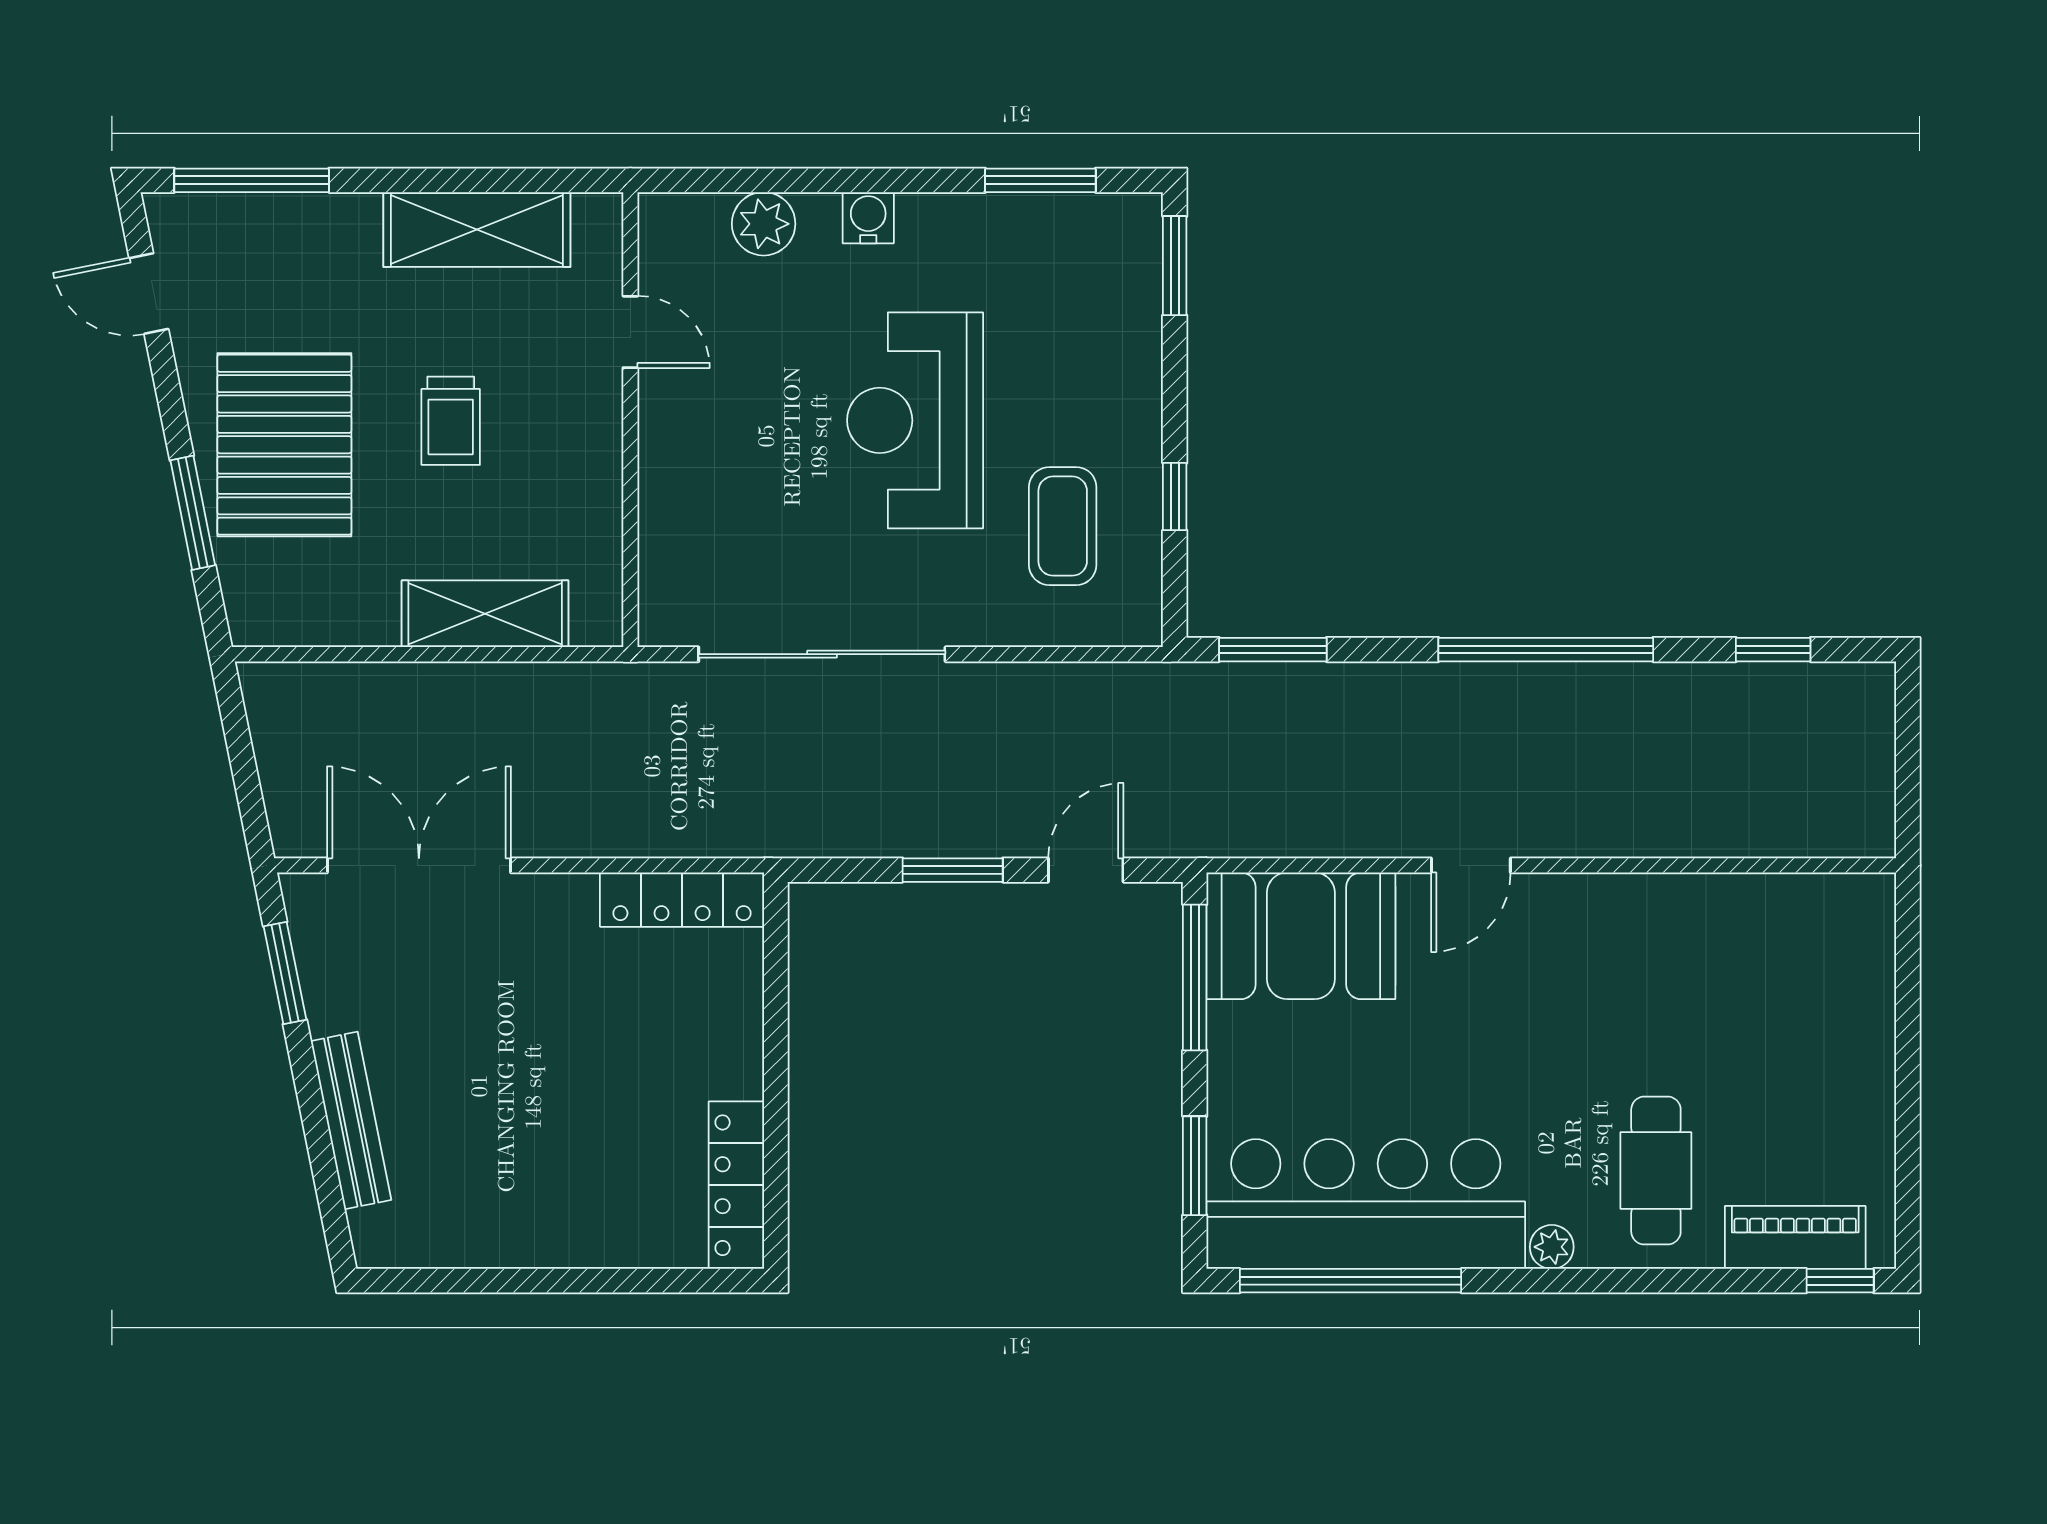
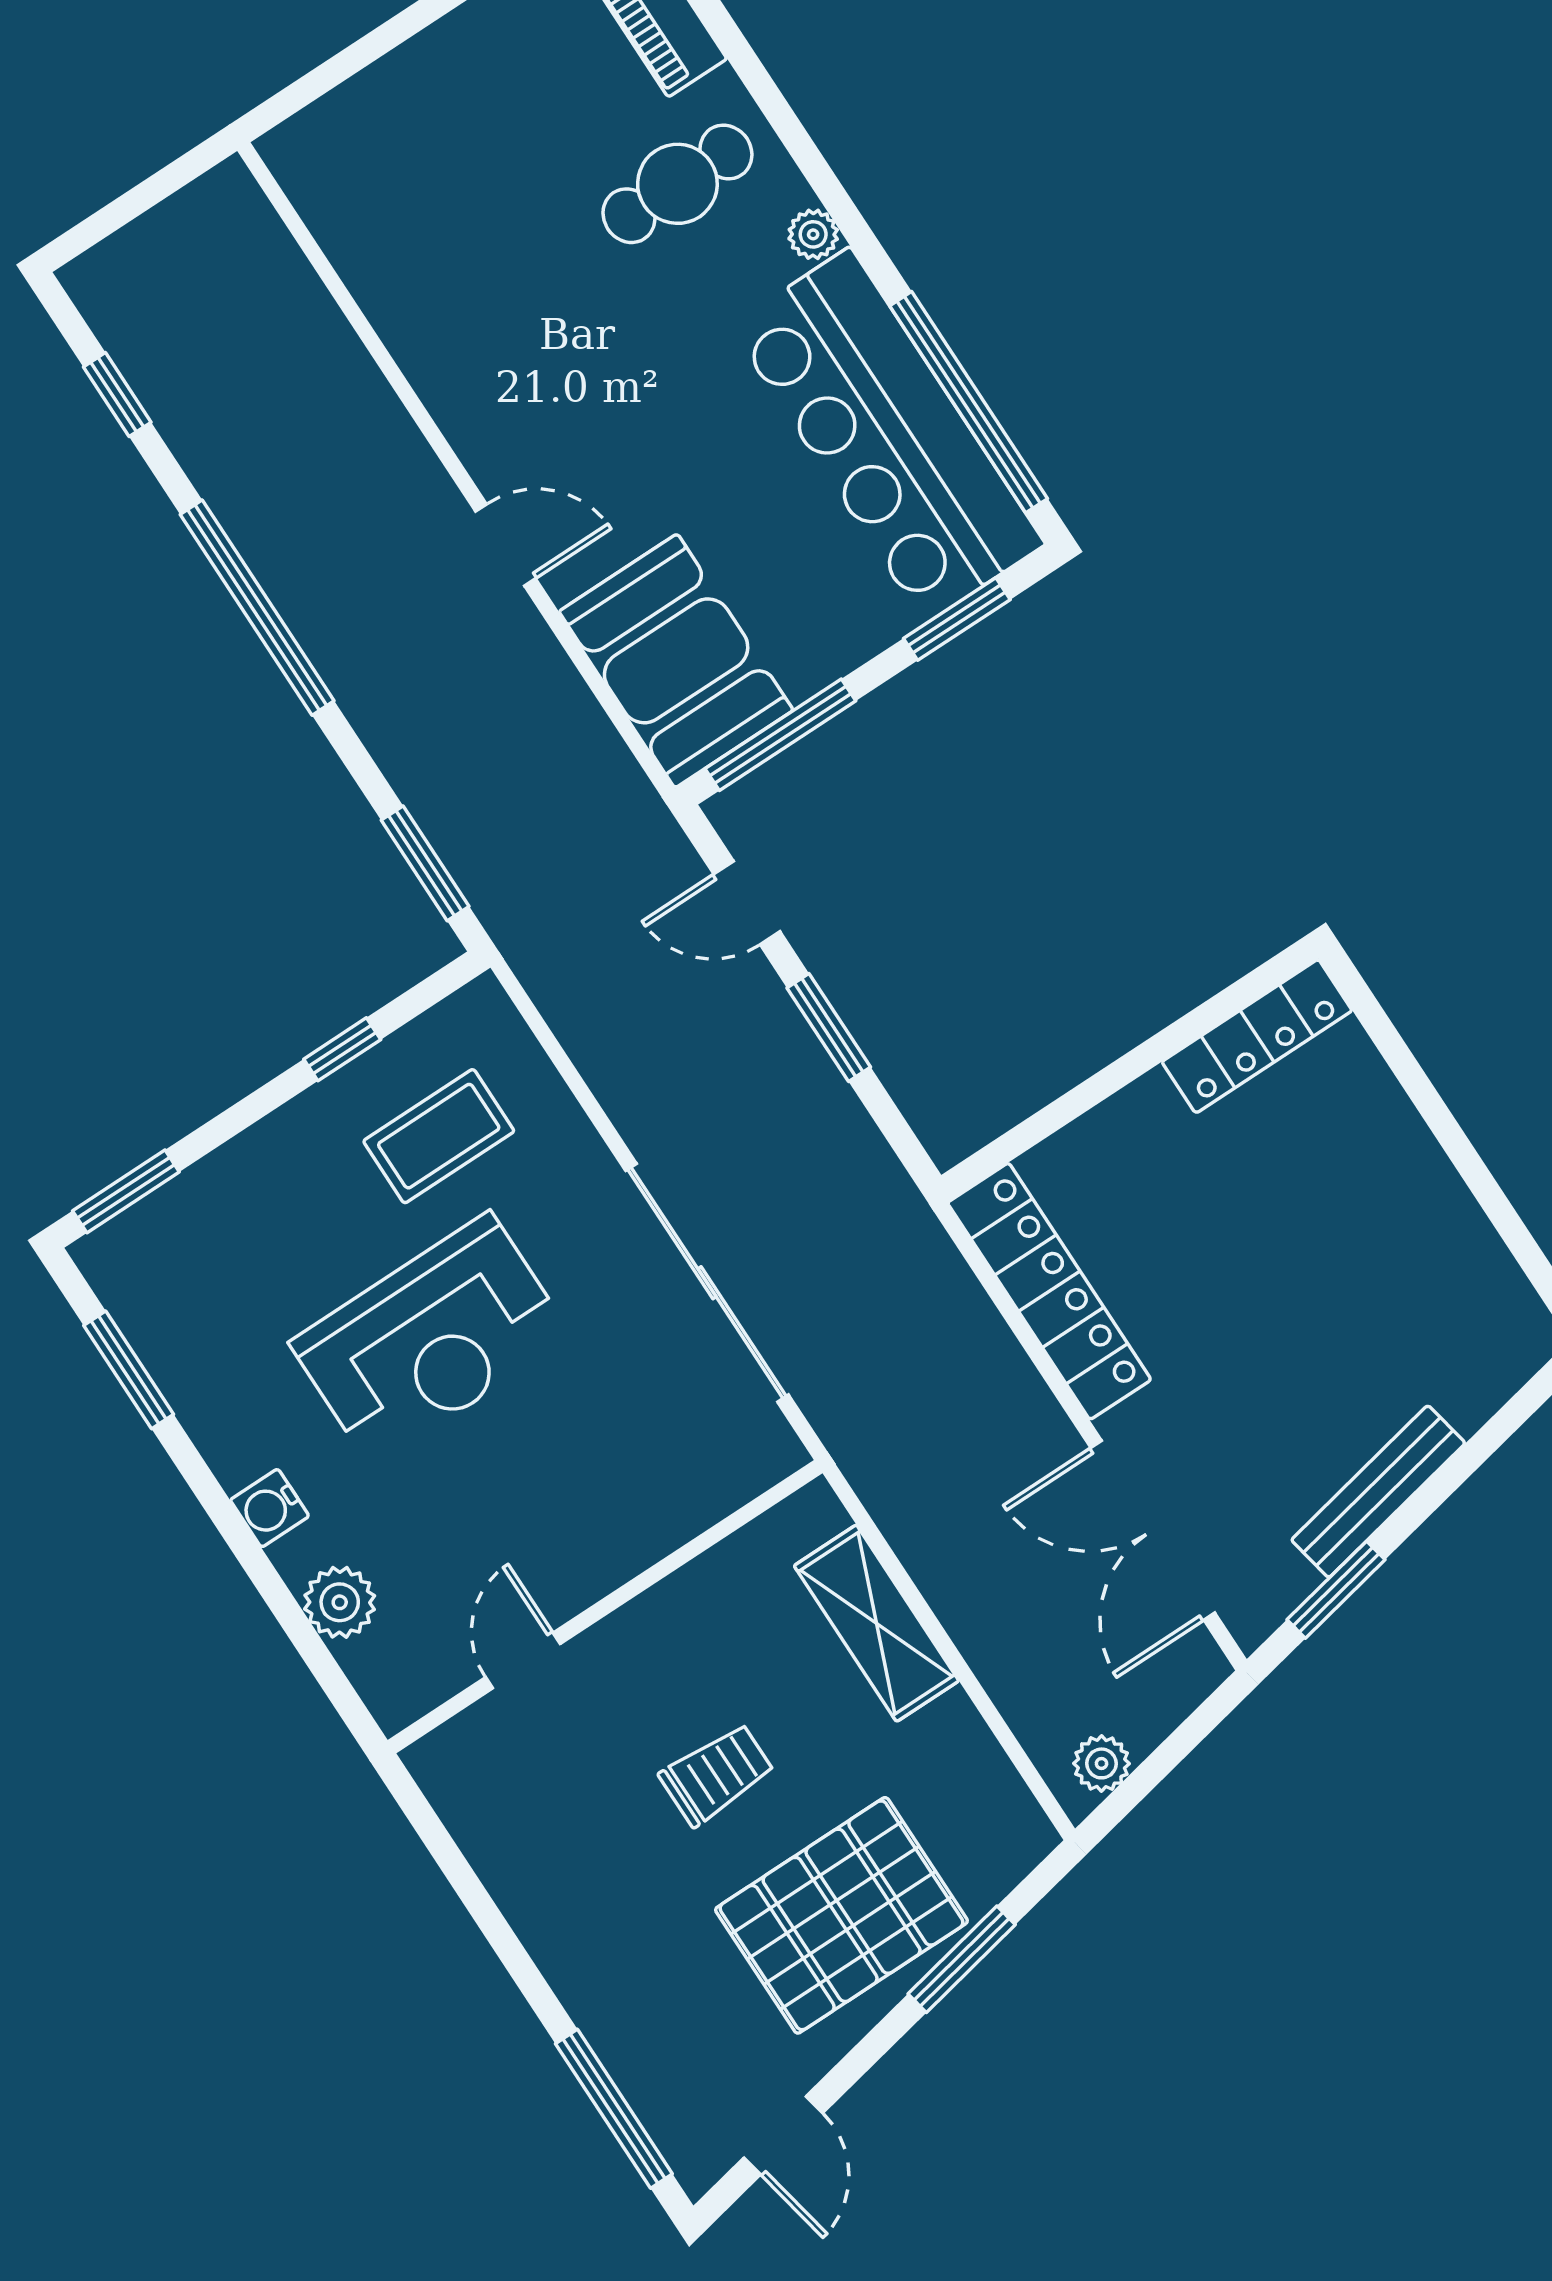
shelving: (477, 229) -> (521, 1867), removed
plant: (270, 713) -> (1101, 1763), added
locker: (682, 900) -> (1049, 1291), width x1.41, depth x1.21
bench: (351, 1120) -> (1378, 1492), moved

